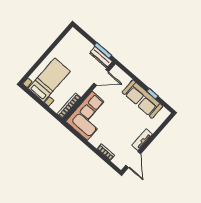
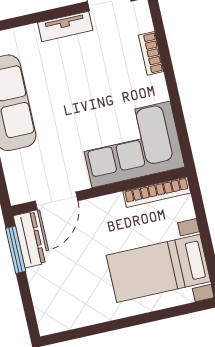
door: (101, 77) -> (57, 201), swing flipped

